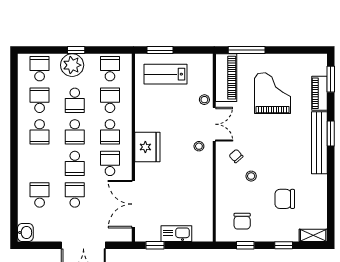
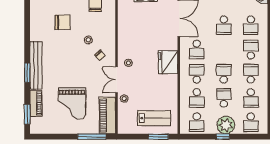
school desk: (75, 163) -> (251, 50), moved

